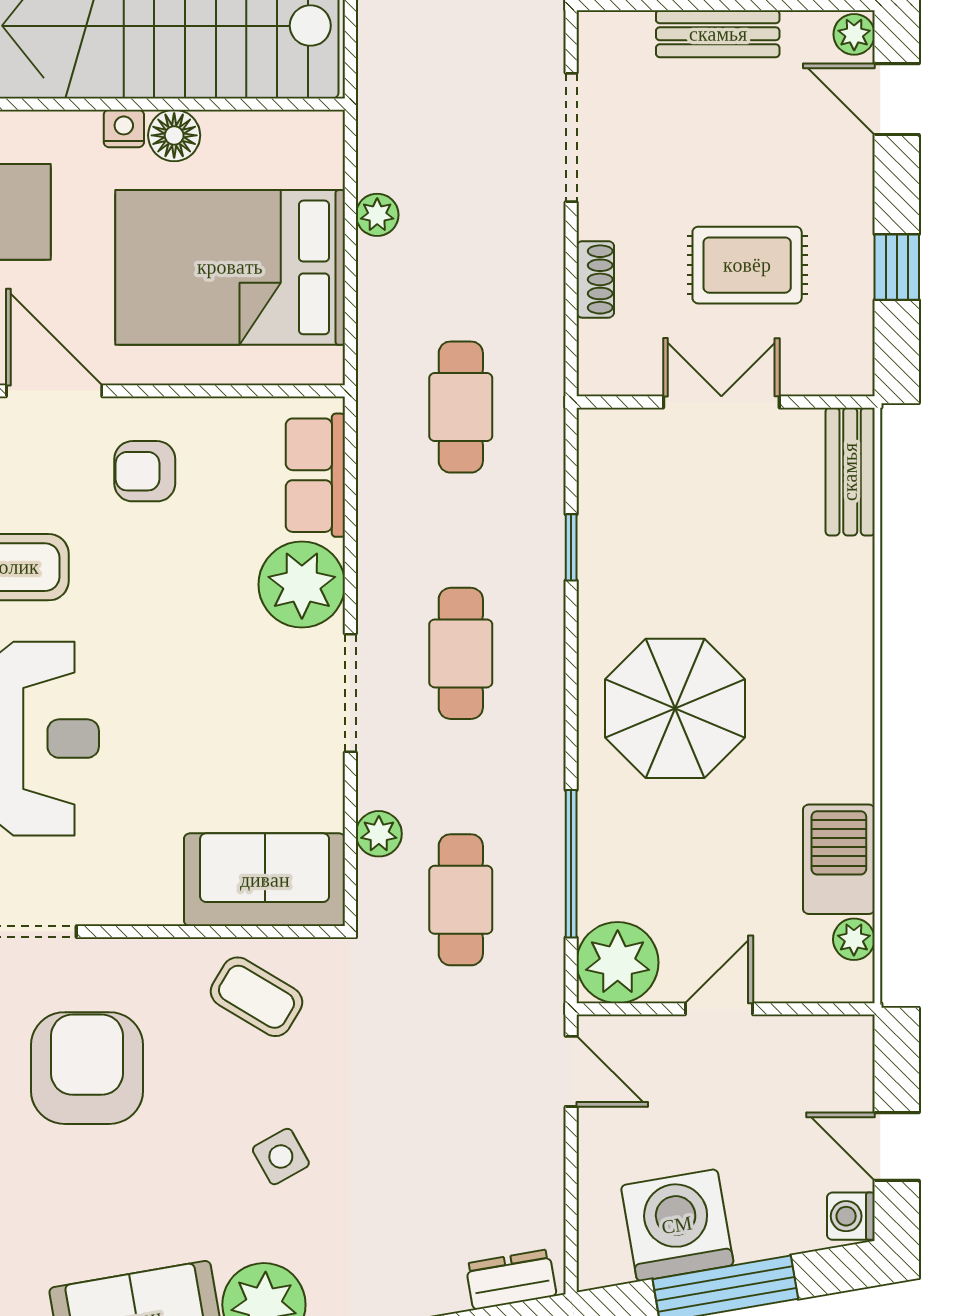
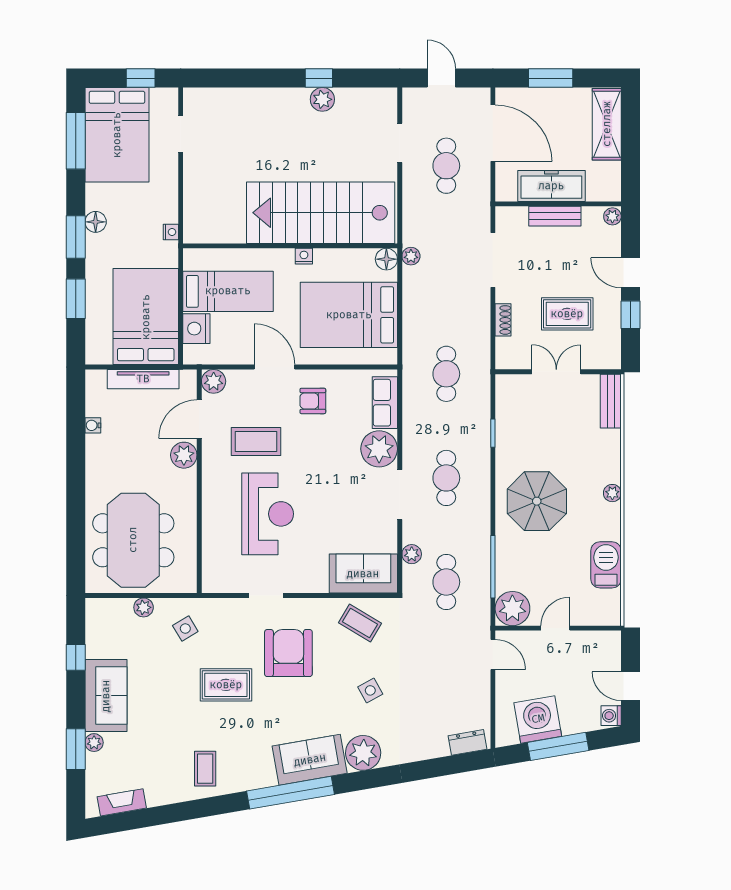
door: (897, 99) -> (630, 273), moved
floor lamp: (174, 135) -> (386, 259), moved
plant: (377, 215) -> (411, 256), moved
plant: (854, 939) -> (612, 493), moved

